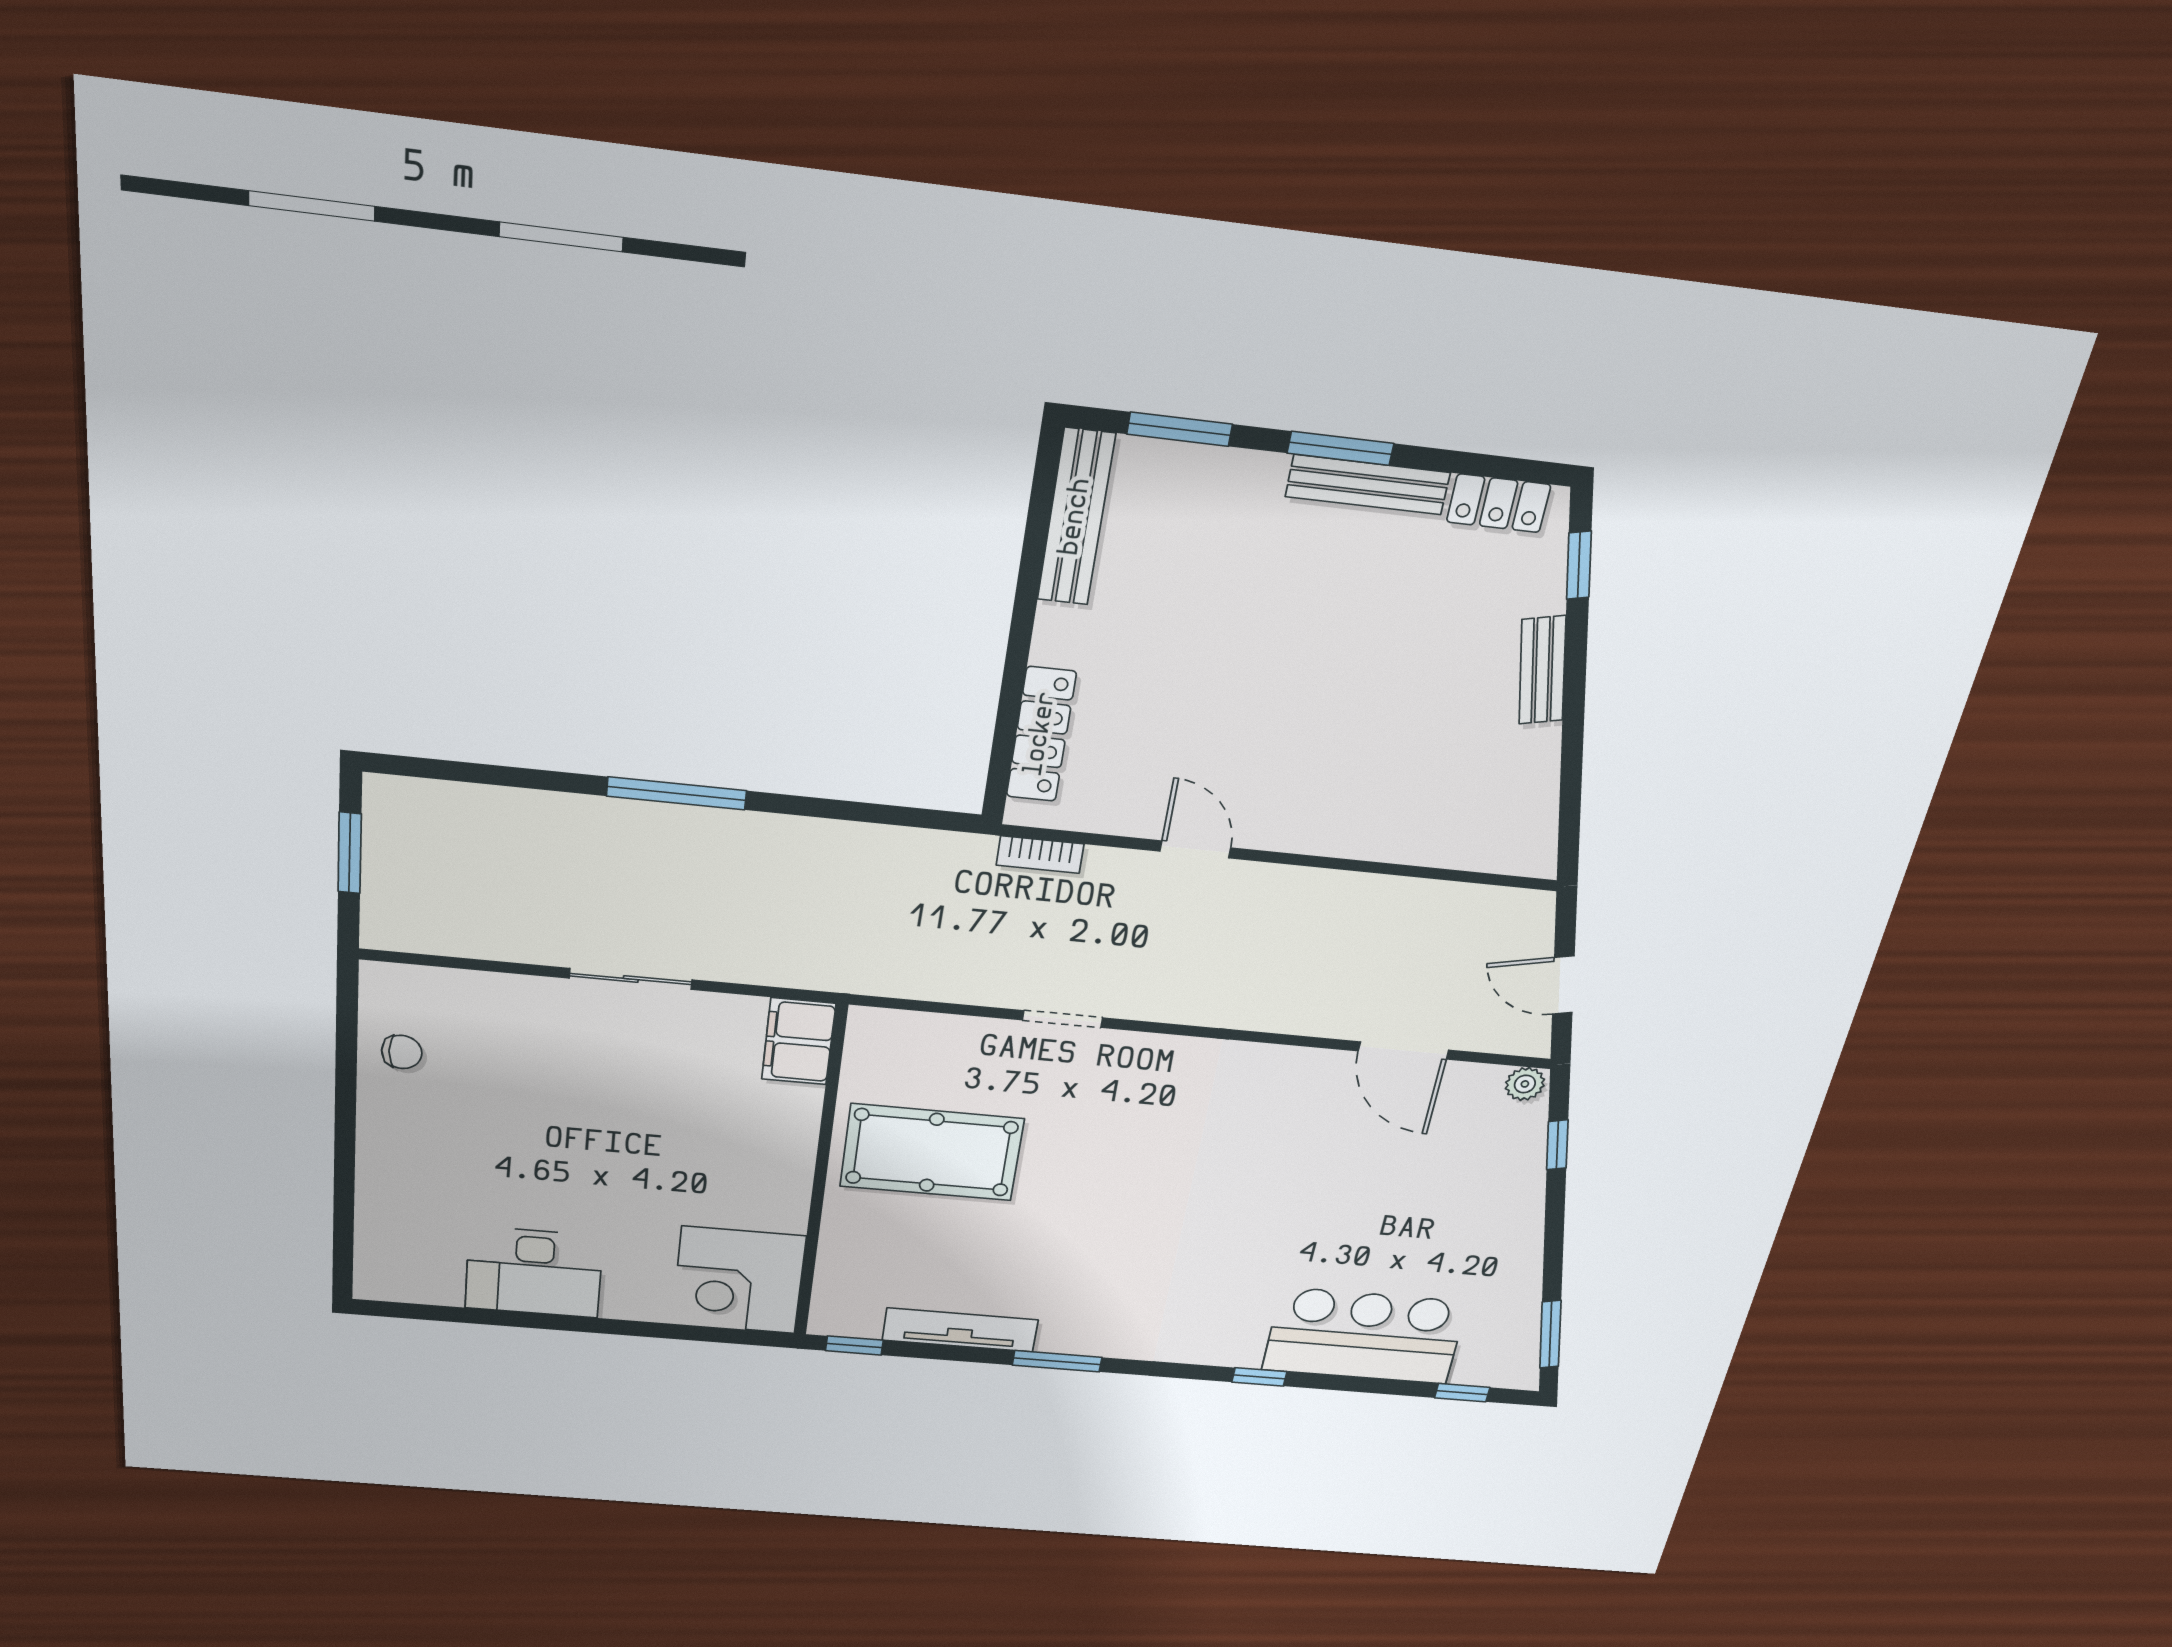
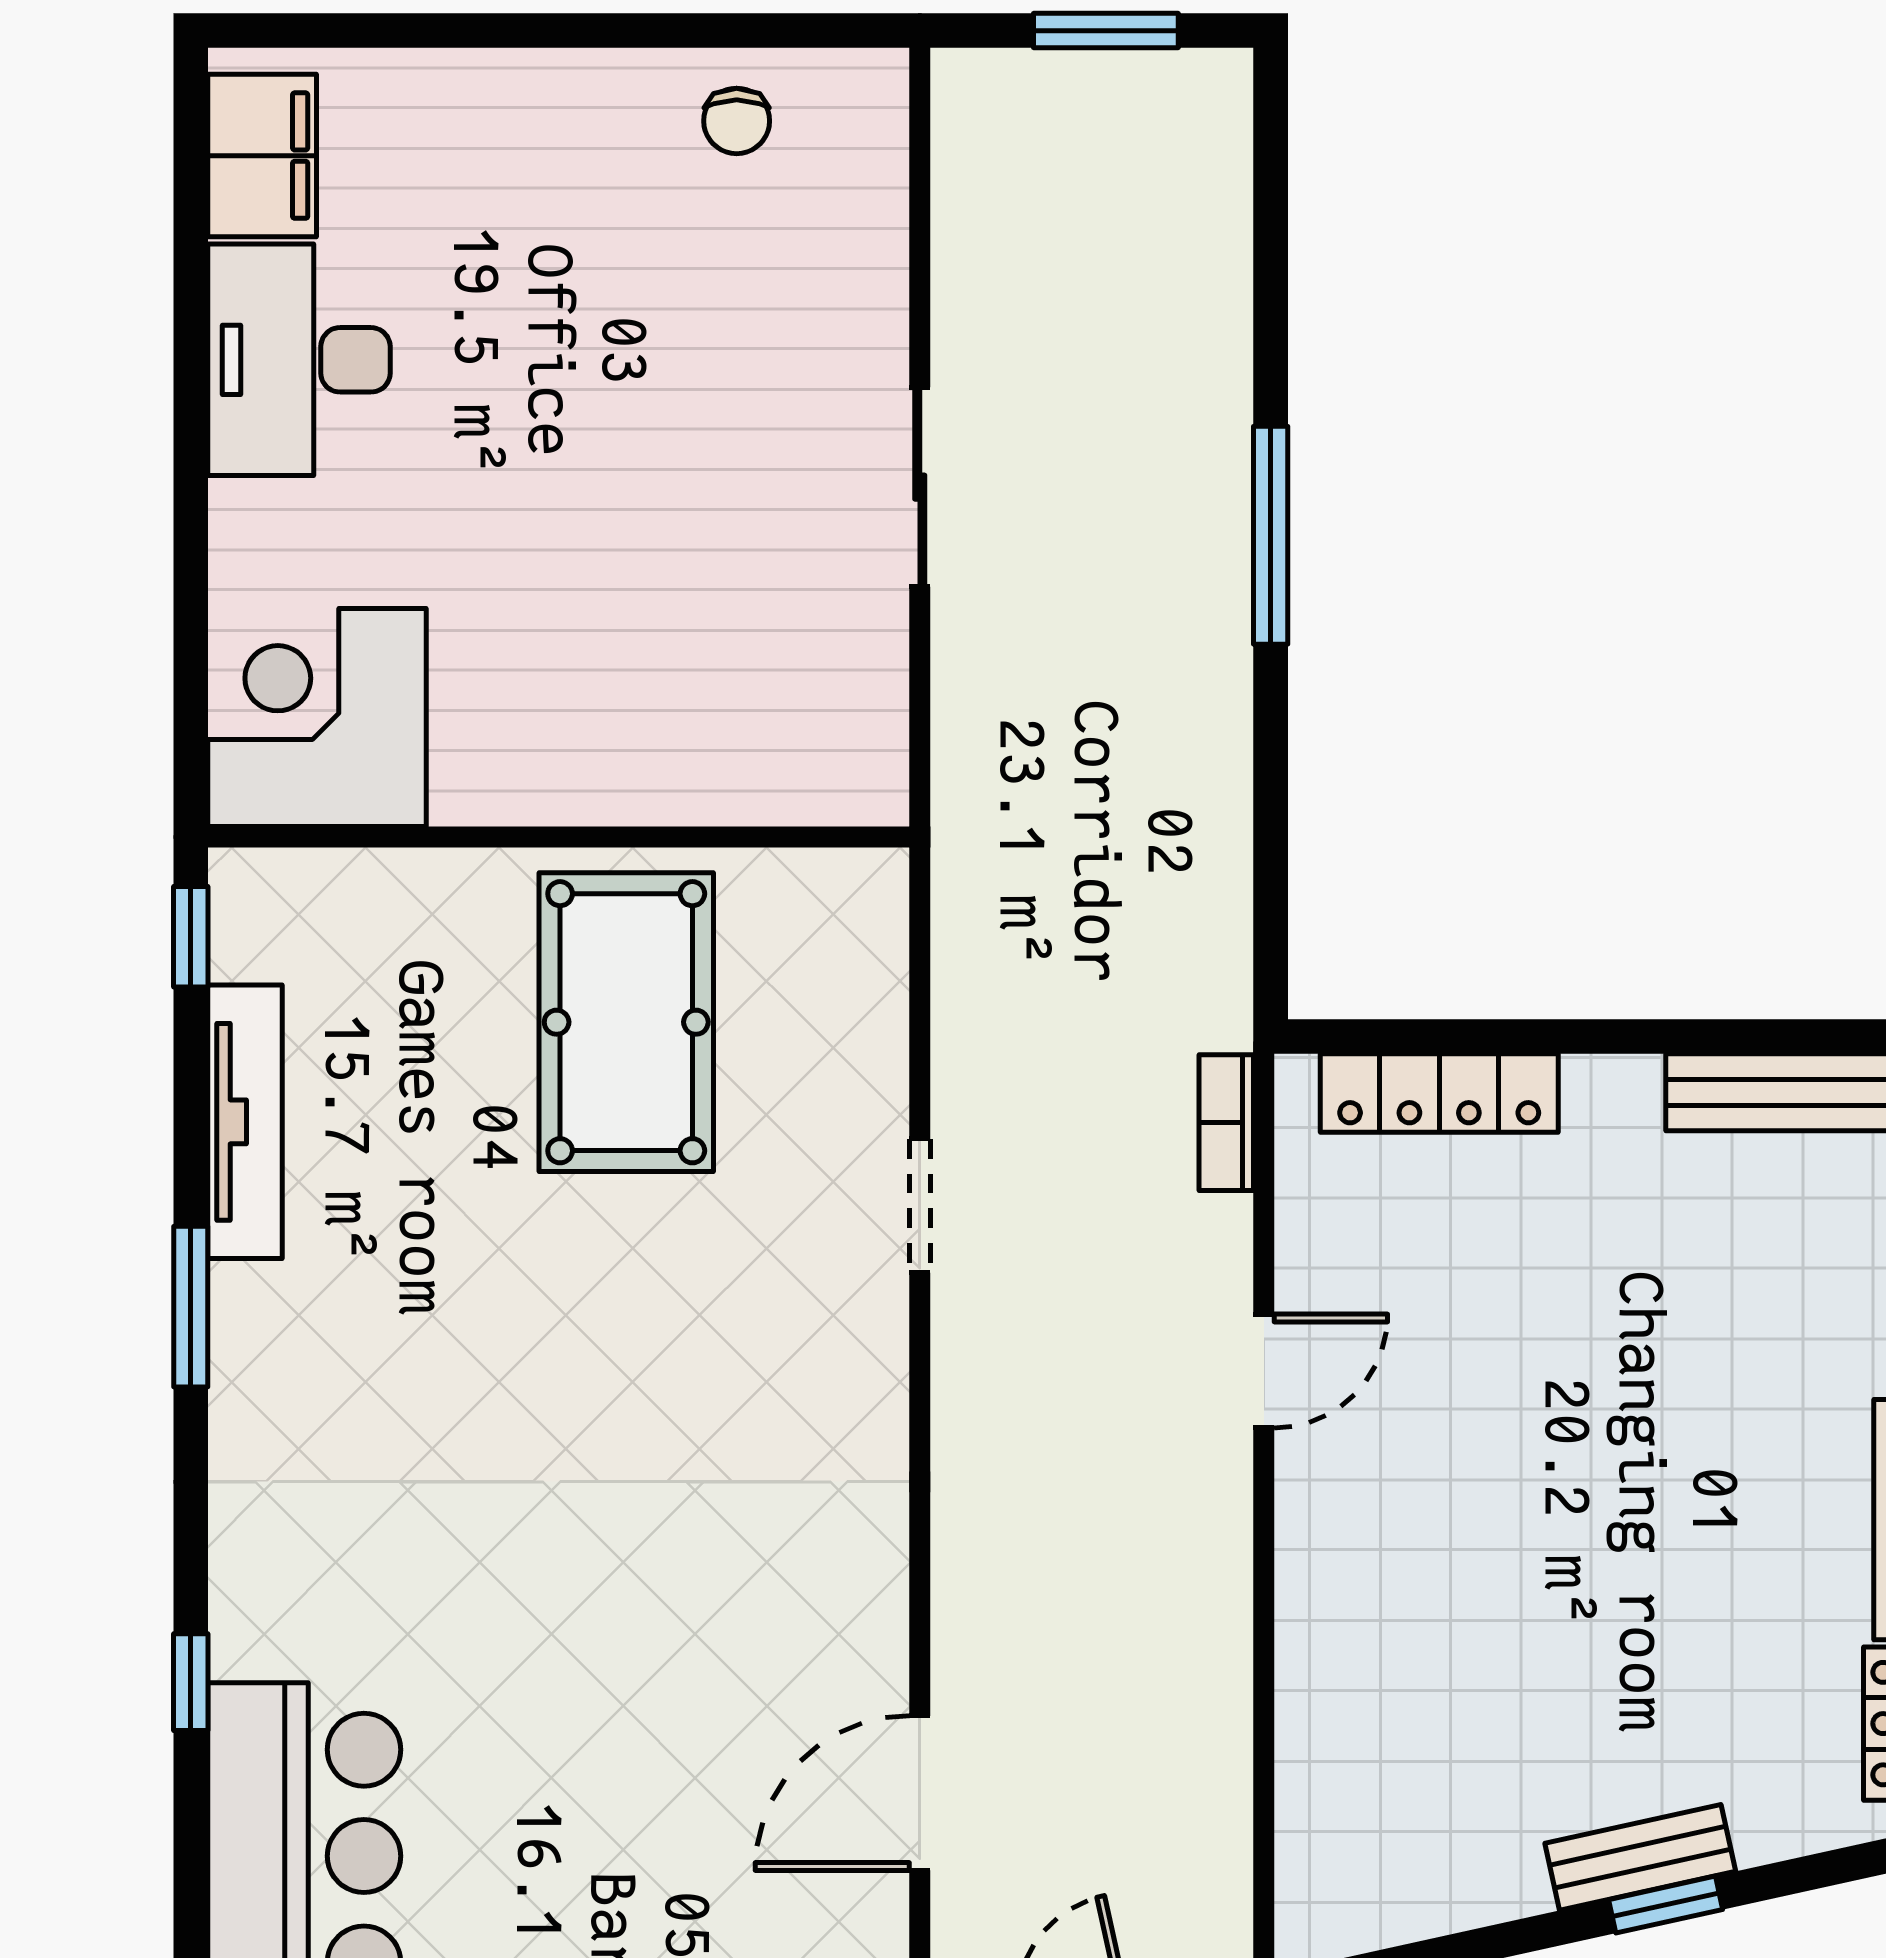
window: (1579, 565) -> (1666, 1905), moved
filing cabinet: (799, 1041) -> (262, 156), moved, turned 90

